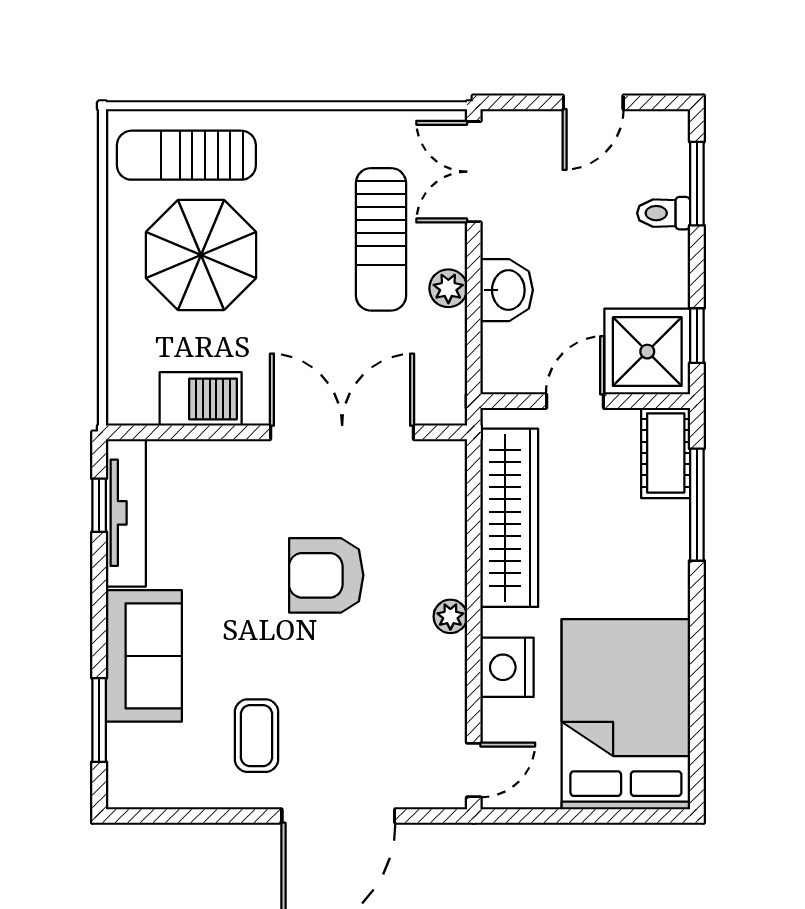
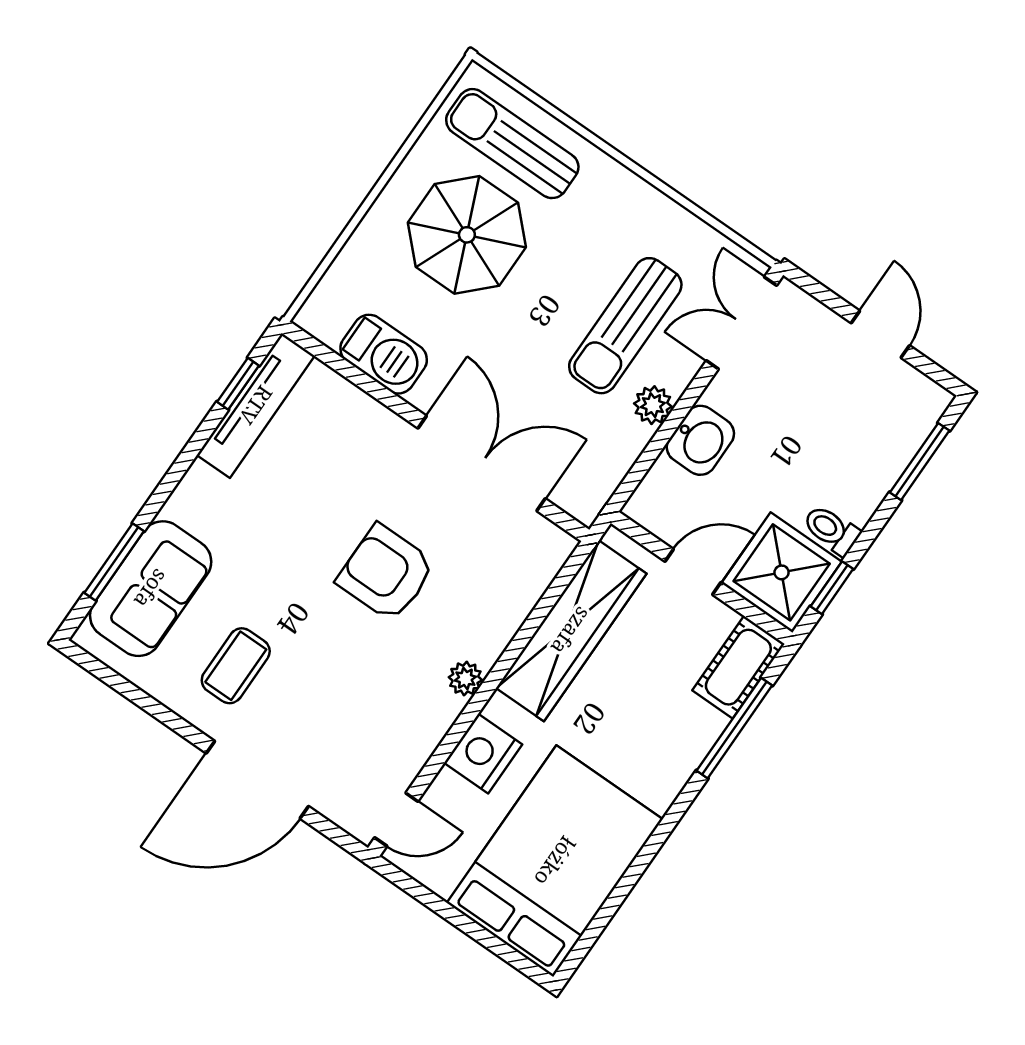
door: (593, 102) -> (880, 334), swing flipped
toilet: (664, 213) -> (831, 530), moved
sofa: (144, 656) -> (151, 589), moved

